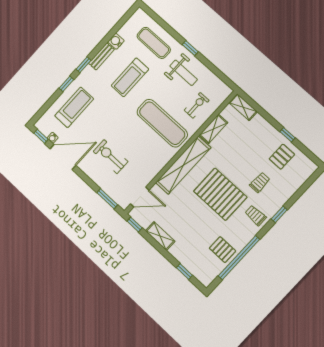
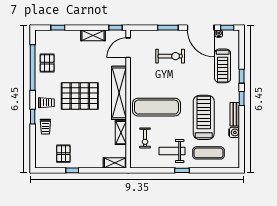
treadmill: (130, 77) -> (204, 117), width x1.37, depth x1.38
door: (63, 157) -> (201, 28), hinge flipped
trolley: (260, 182) -> (45, 127), moved
window: (107, 199) -> (168, 28), moved
pallet: (223, 250) -> (47, 63), turned 90

